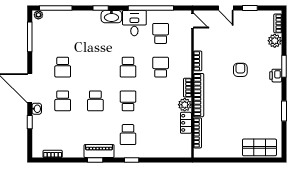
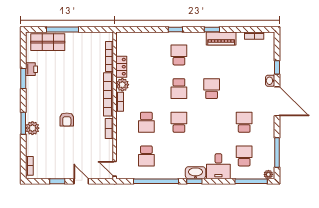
window: (101, 8) -> (194, 181), moved
desk: (134, 23) -> (218, 166), moved
plant: (275, 41) -> (32, 128), moved
printer: (276, 76) -> (32, 69), moved
school desk: (63, 101) -> (244, 156), moved
piano: (99, 151) -> (221, 39), moved
window: (245, 160) -> (62, 29), added

